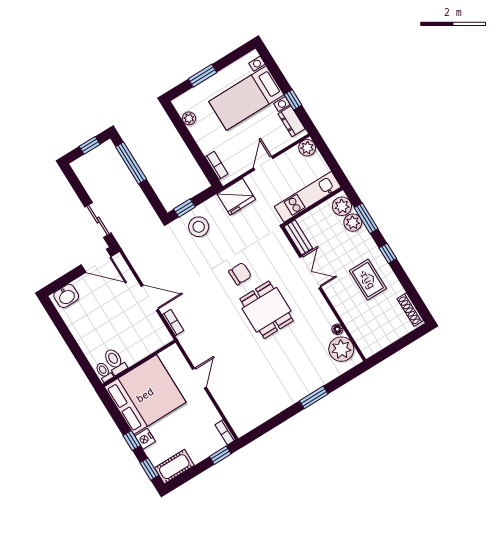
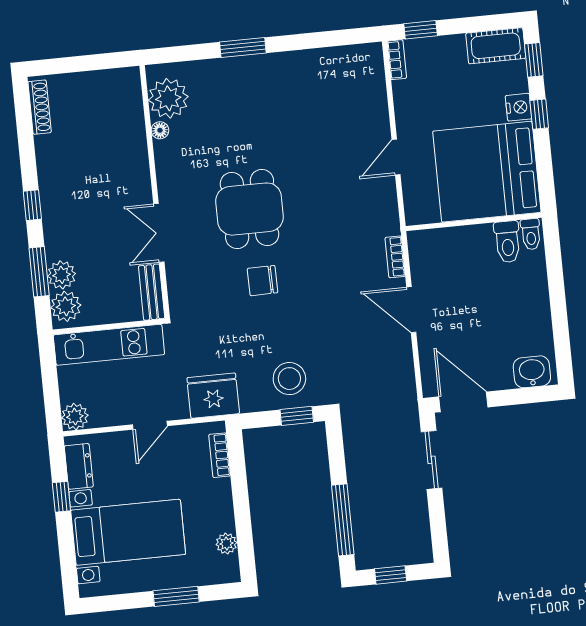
rug: (368, 280) -> (80, 181), removed

